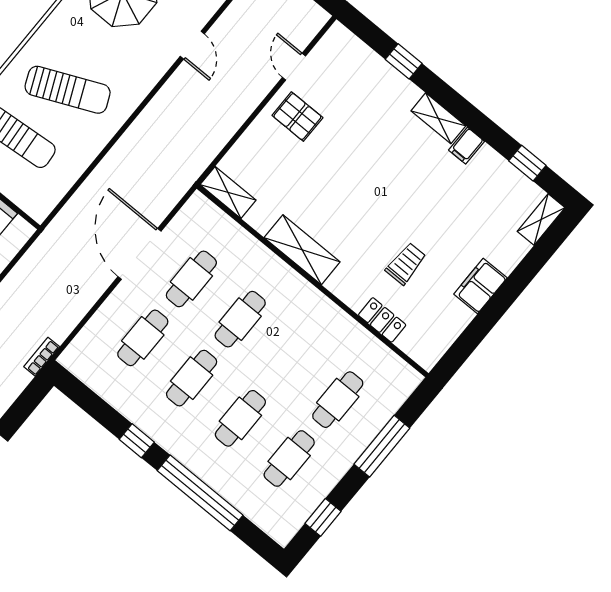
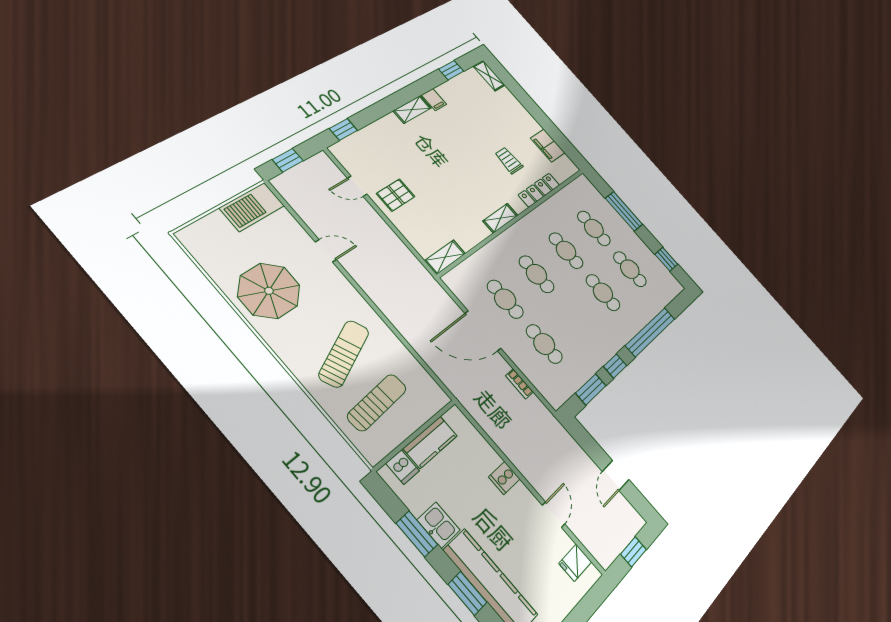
window: (404, 61) -> (343, 130), moved
shelving: (302, 250) -> (500, 218), width x0.67, depth x0.75
filing cabinet: (480, 286) -> (548, 146), moved
locker: (382, 320) -> (539, 190), width x1.53
bookcase: (42, 357) -> (519, 384), moved
cafe table: (192, 378) -> (566, 251), moved
window: (96, 407) -> (591, 389), added

